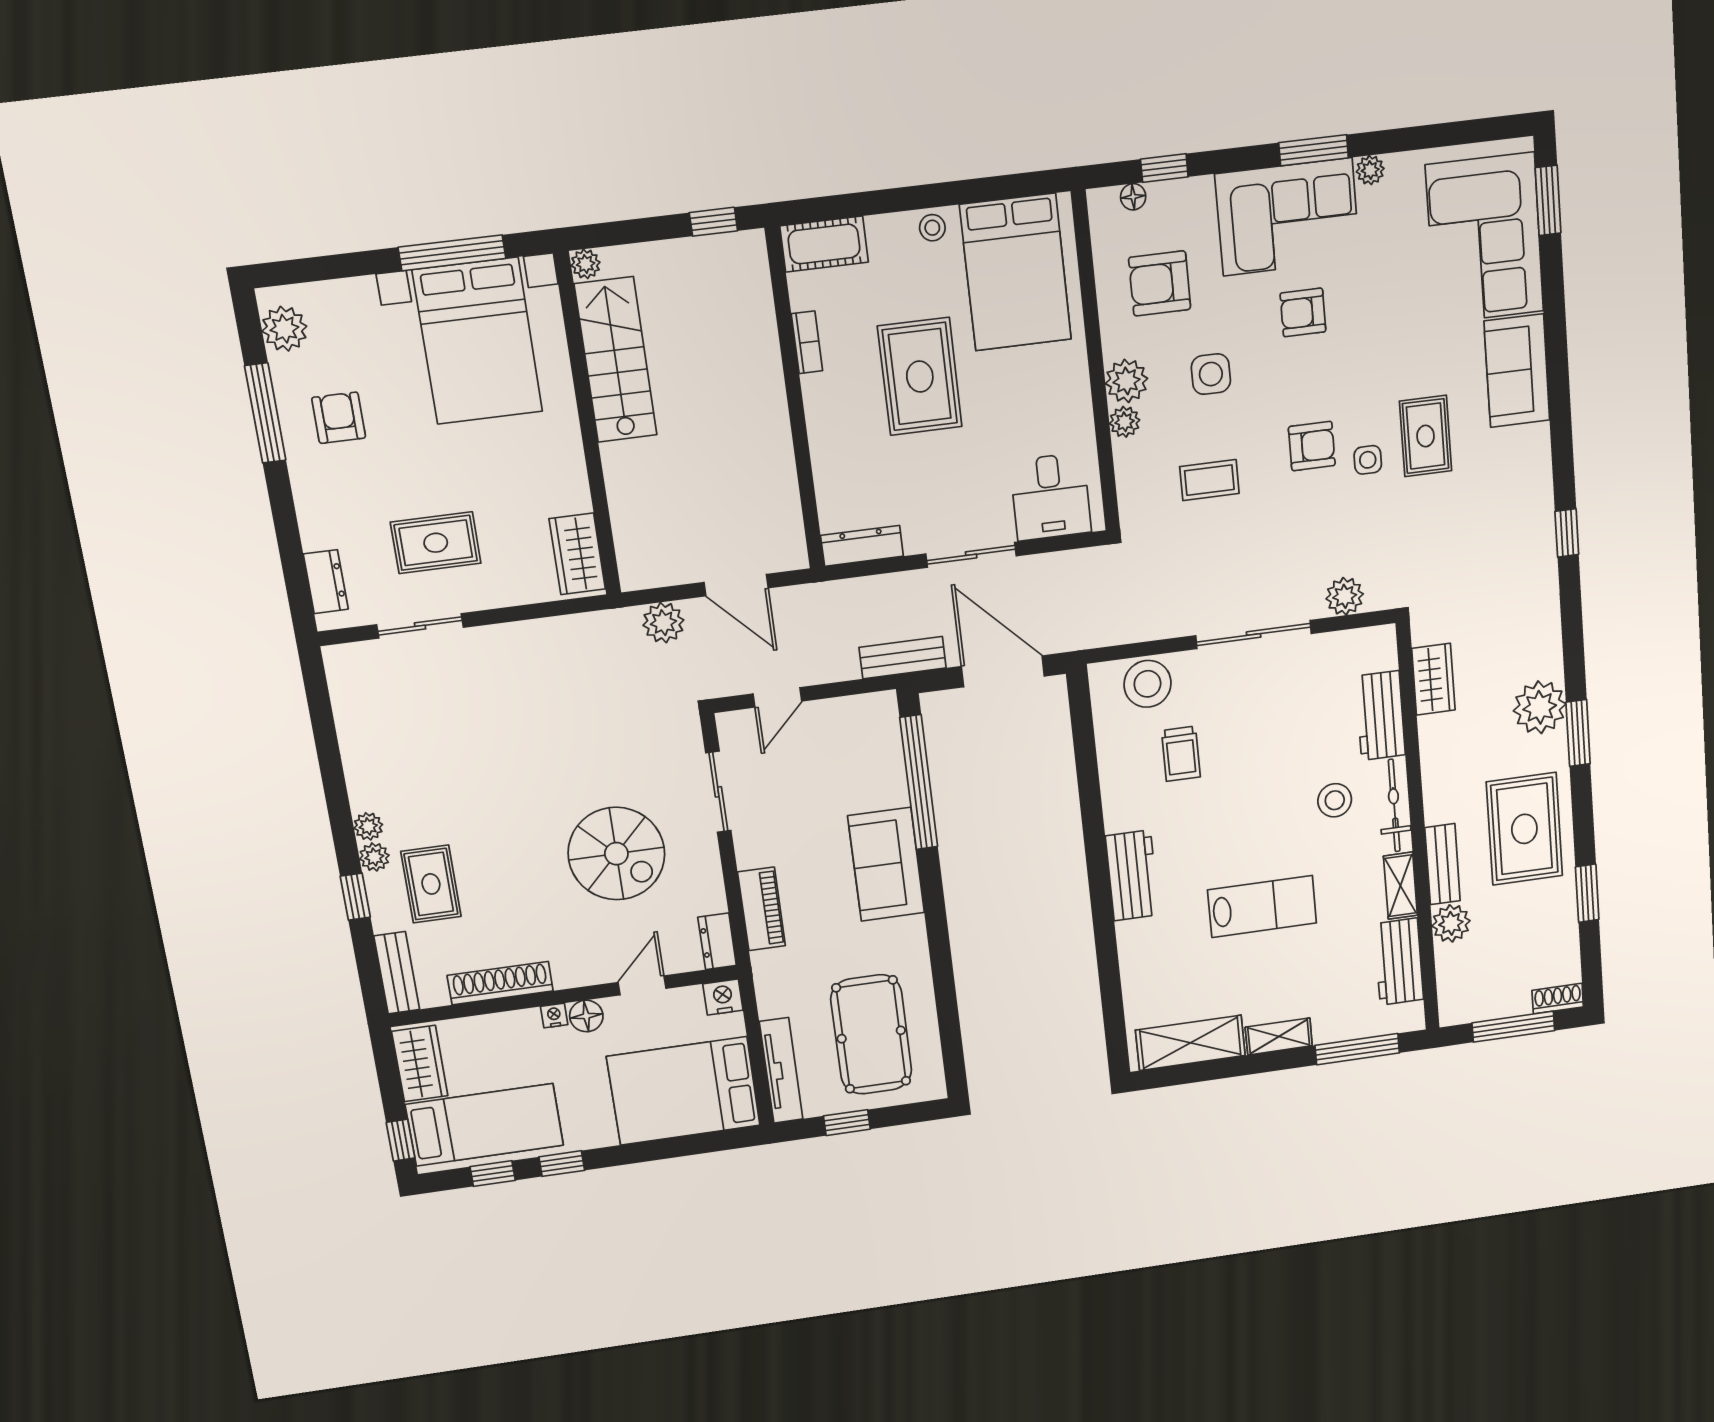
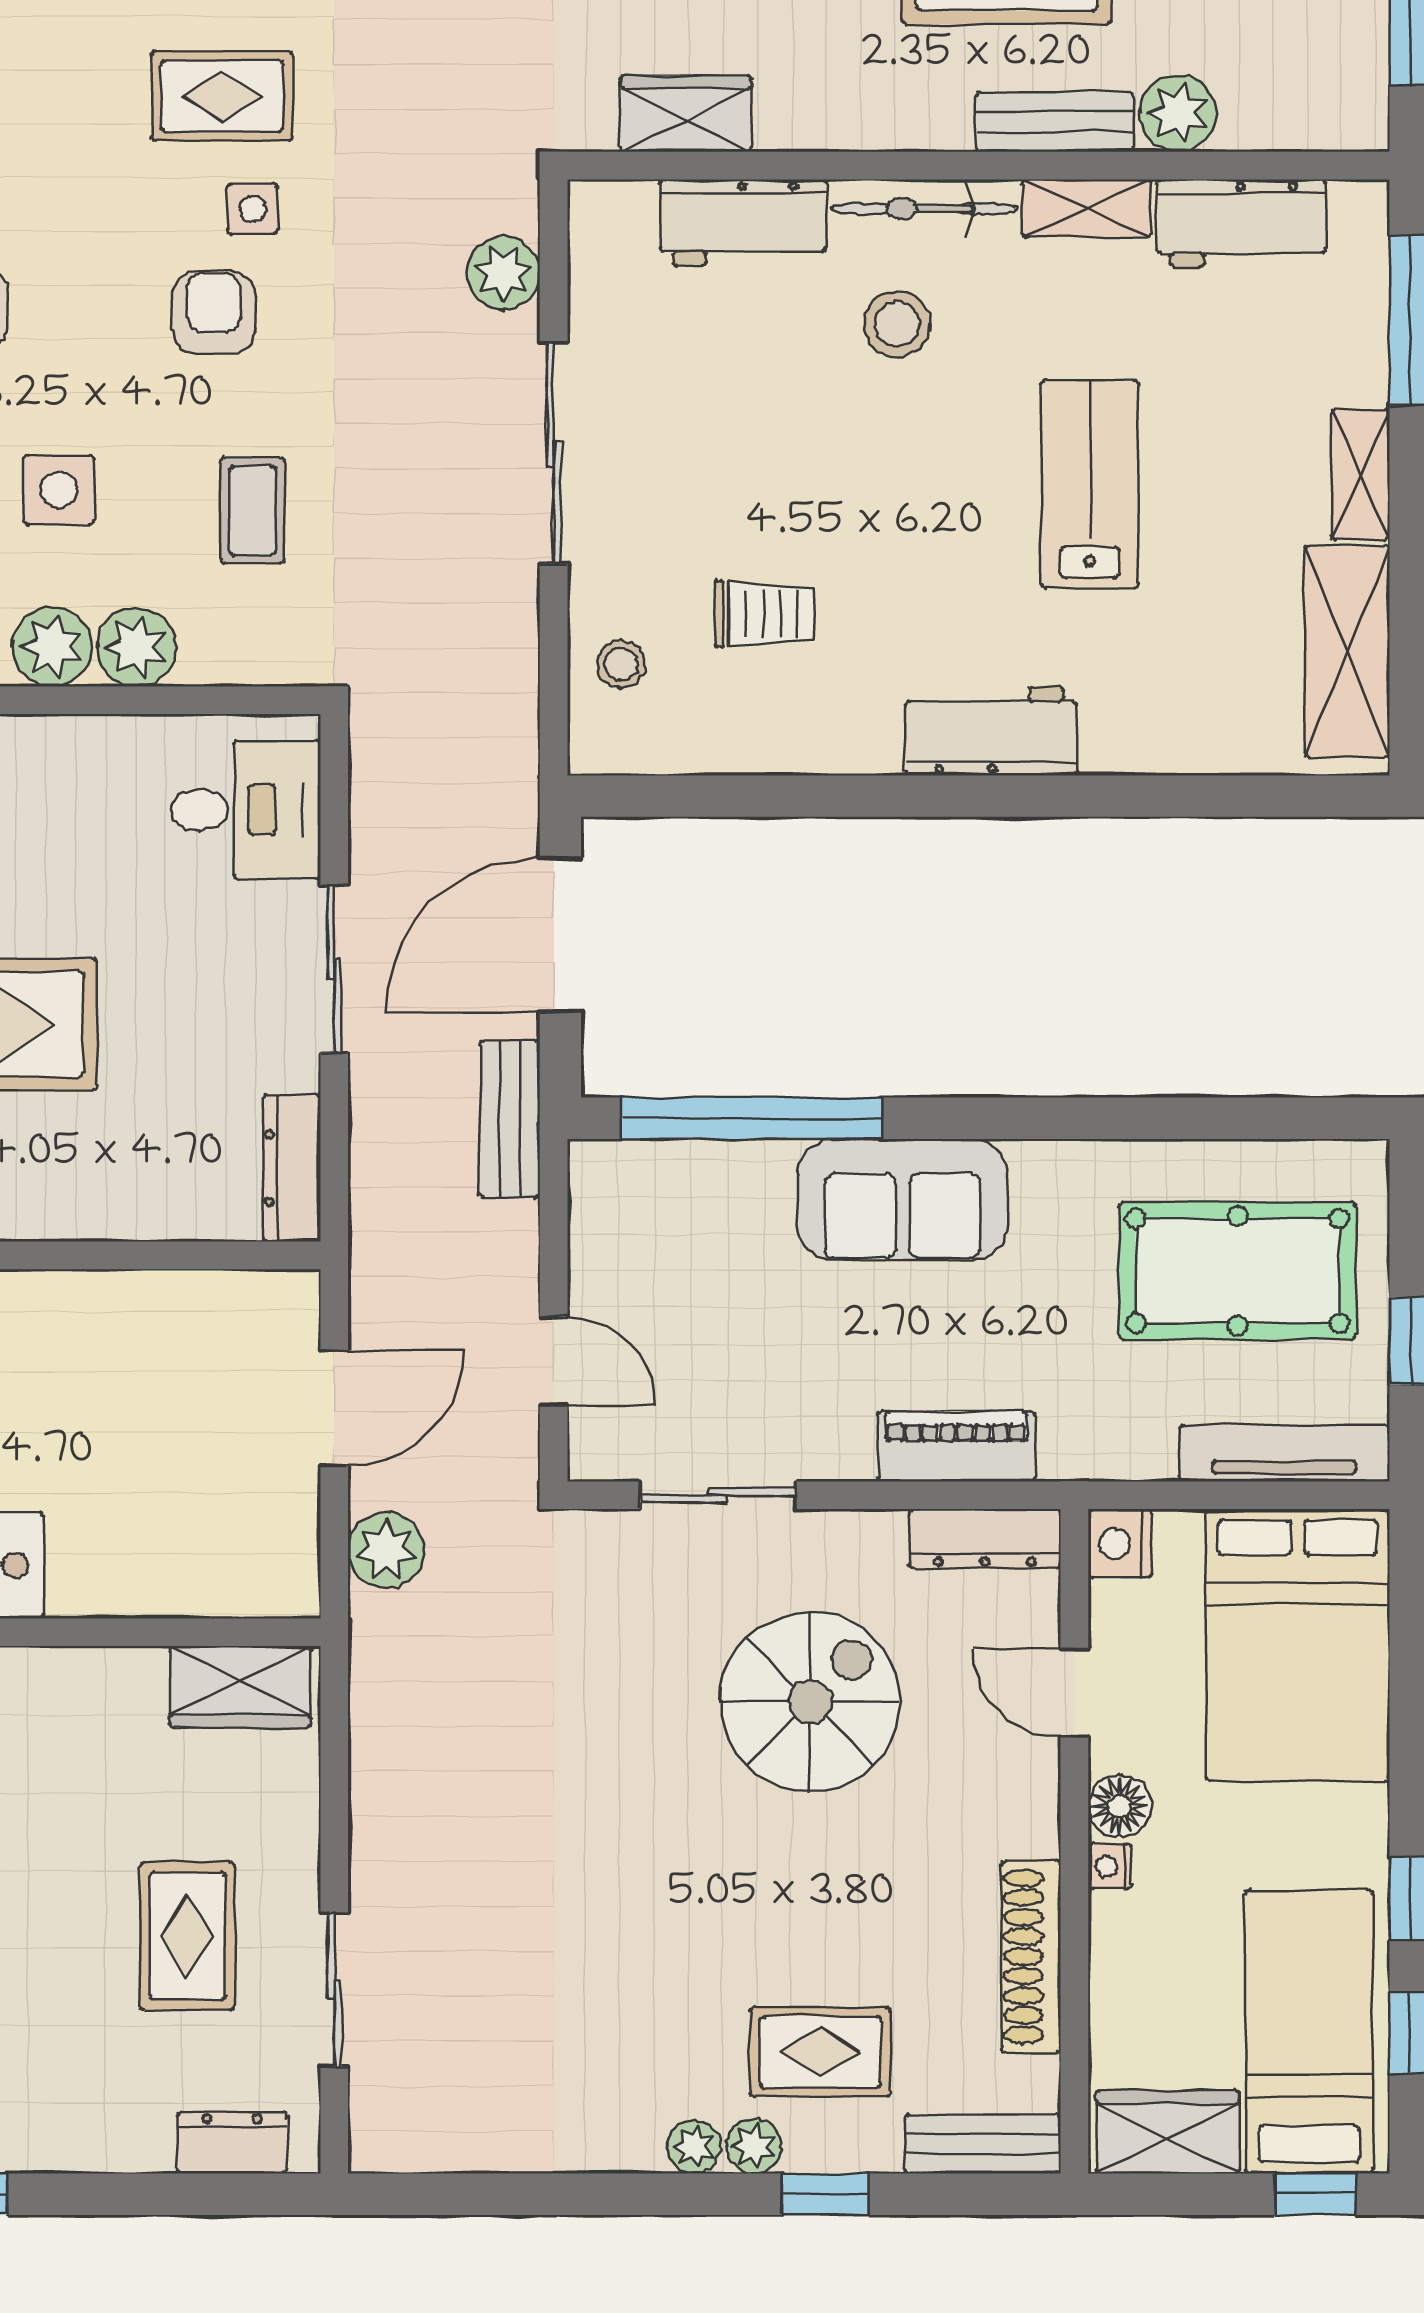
plant: (1125, 422) -> (137, 647), width x1.38, depth x1.38
stool: (1148, 684) -> (621, 664), width x0.53, depth x0.53
dresser: (717, 941) -> (985, 1539), width x1.44

